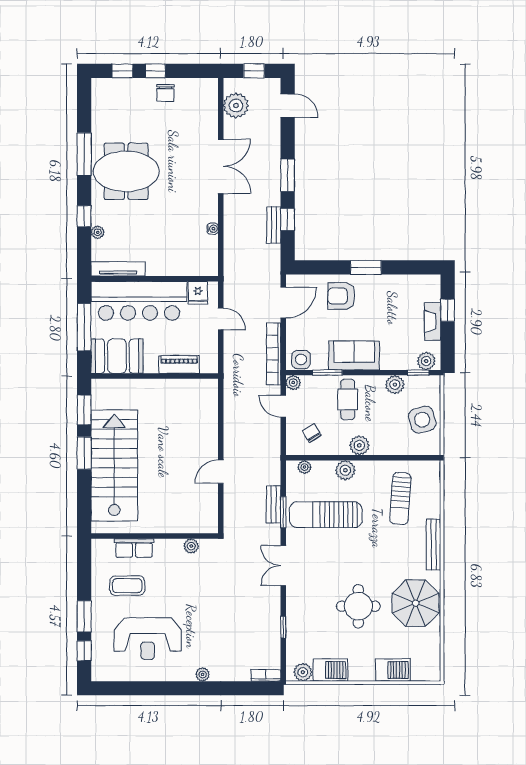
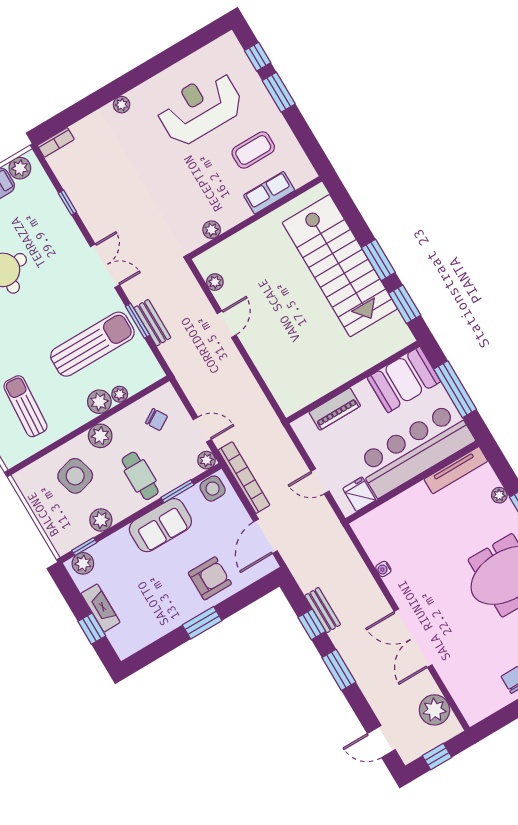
side table: (422, 420) -> (75, 476), moved
plant: (305, 467) -> (120, 394), moved
plant: (211, 507) -> (215, 282), added

